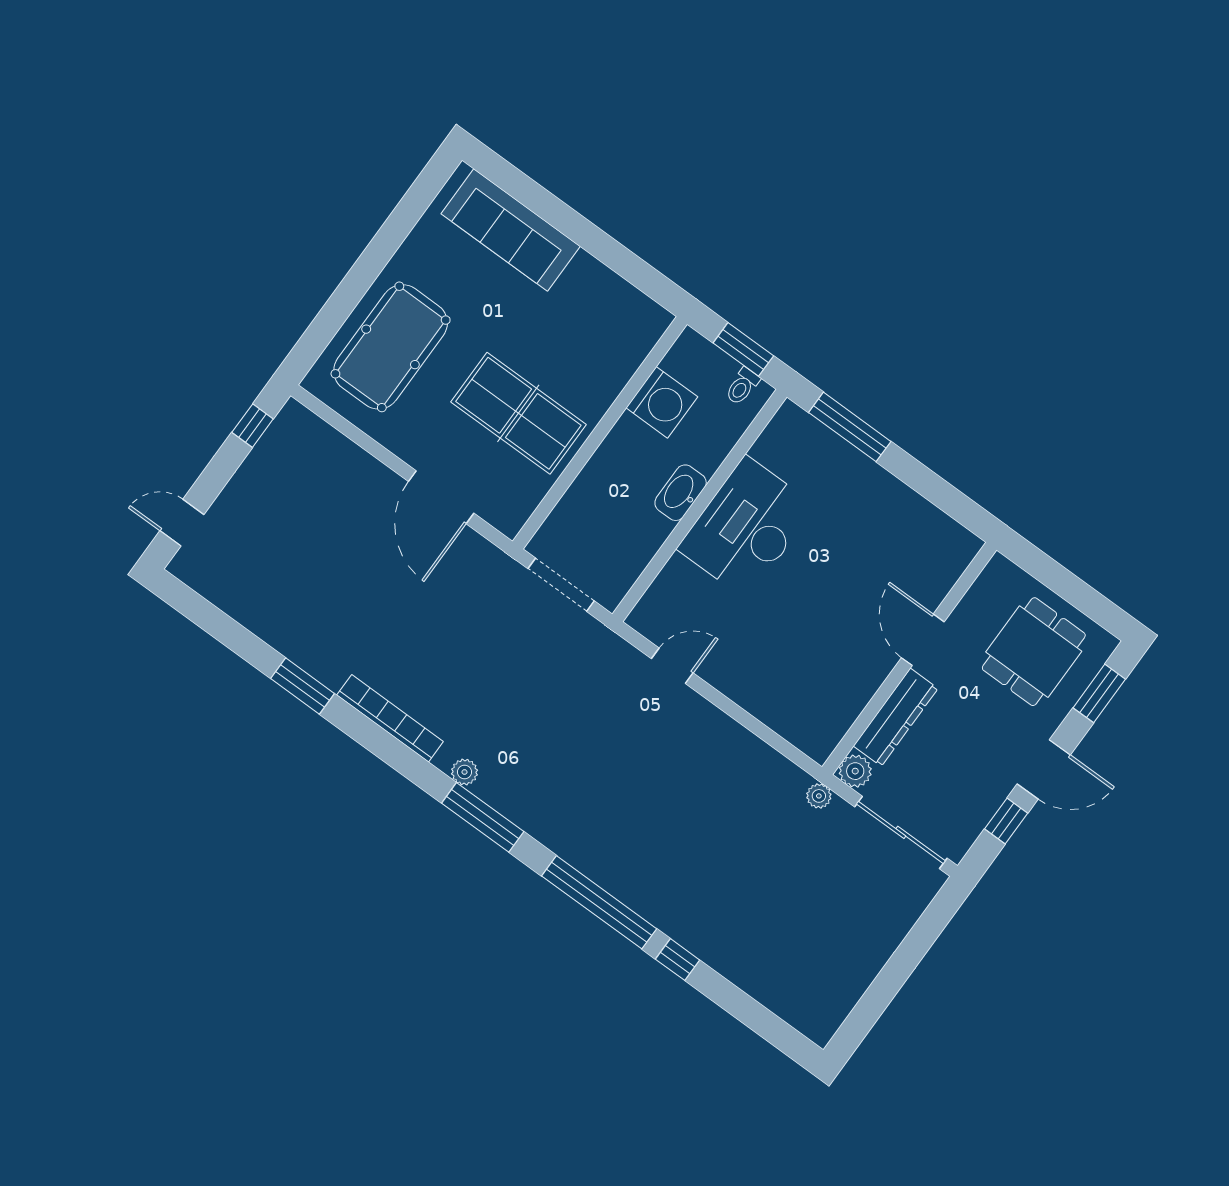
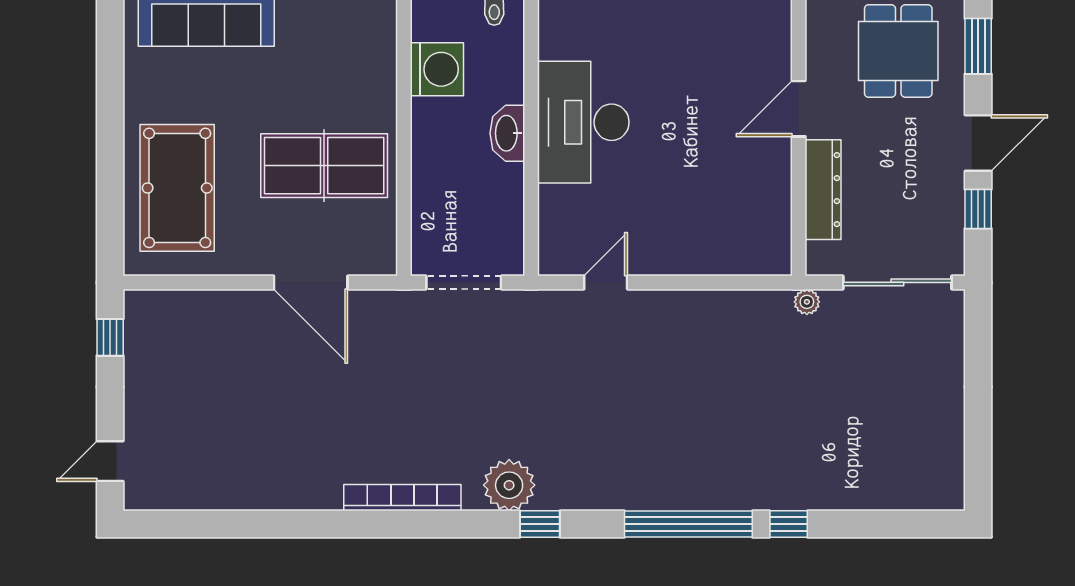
door: (923, 640) -> (799, 109), hinge flipped
window: (303, 686) -> (310, 524), removed
plant: (855, 771) -> (822, 259), removed
plant: (465, 772) -> (509, 485), width x1.88, depth x1.88
window: (483, 817) -> (540, 524), width x0.46

